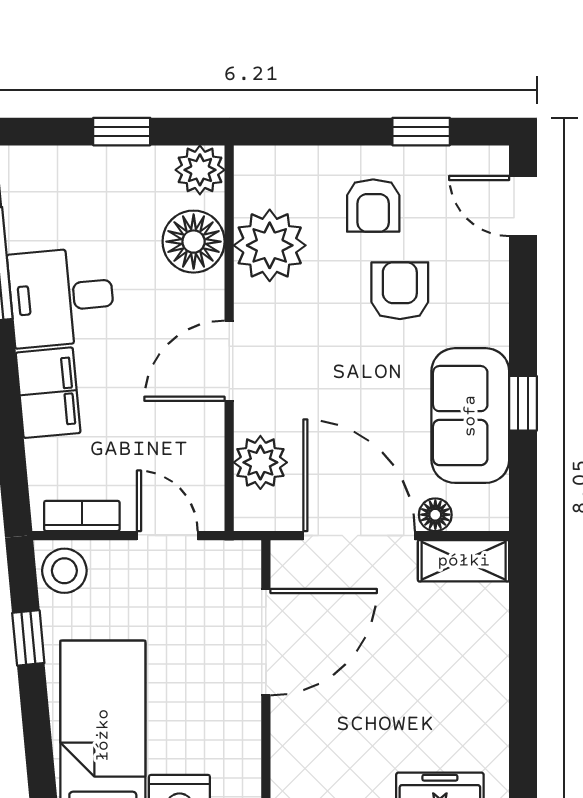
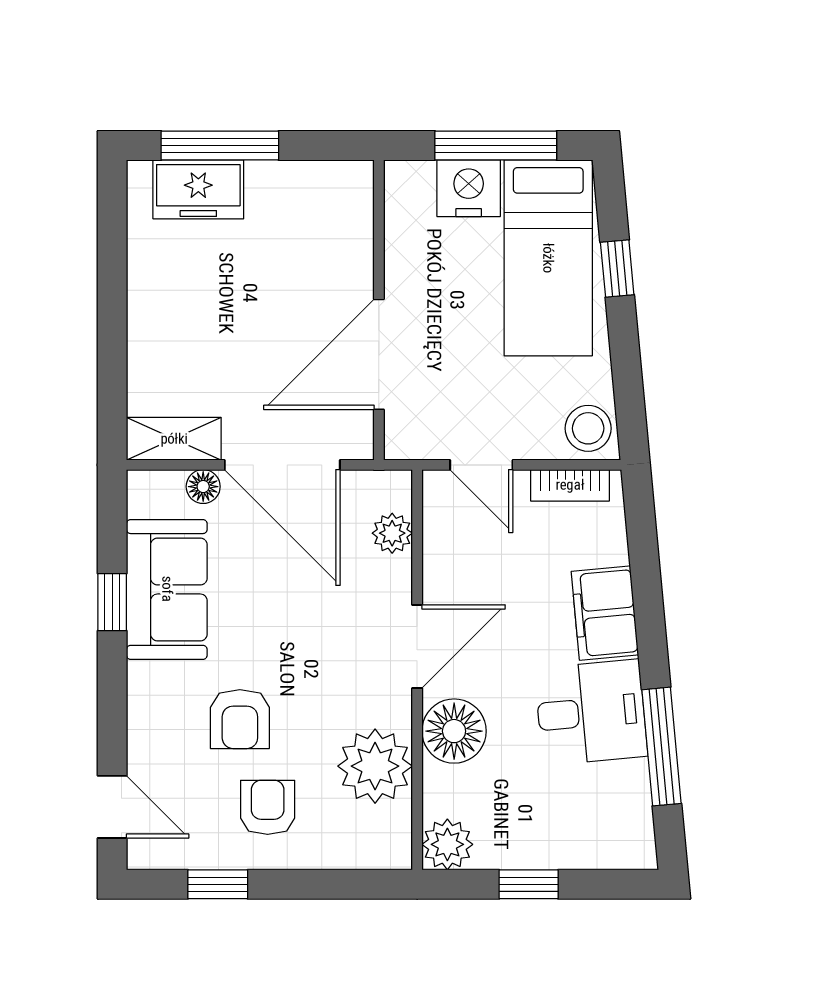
floor lamp: (194, 242) -> (454, 731), moved
plant: (260, 462) -> (392, 533), width x0.73, depth x0.73
window: (28, 638) -> (617, 269), moved

